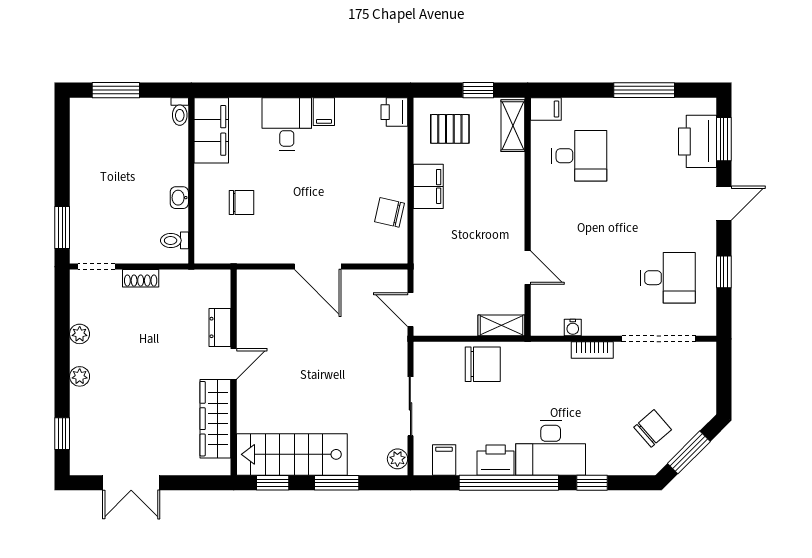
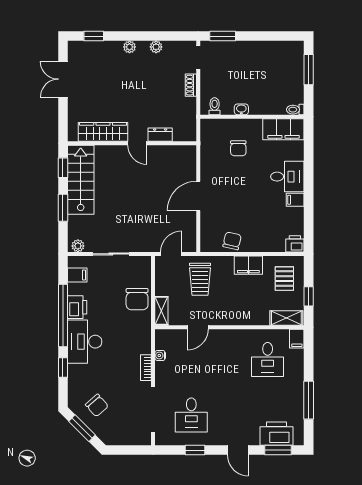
trolley: (451, 264) -> (200, 279), added

